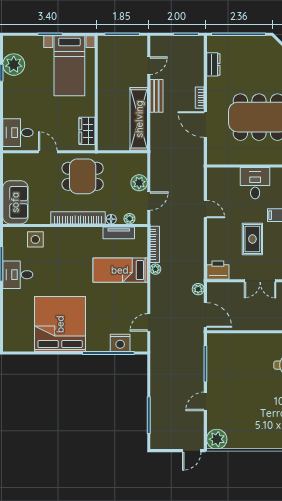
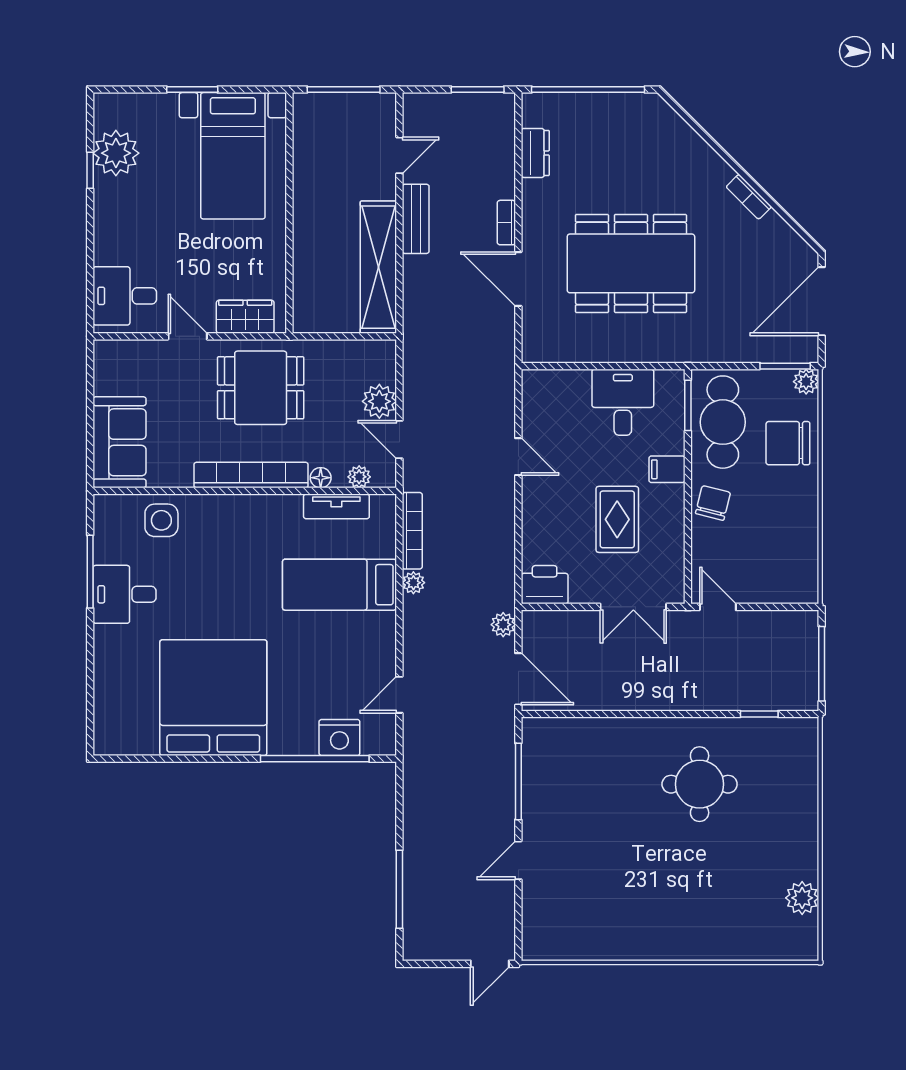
wardrobe: (87, 131) -> (245, 317), moved, turned 90
door: (149, 201) -> (399, 440), swing flipped
plant: (217, 439) -> (542, 940), removed

